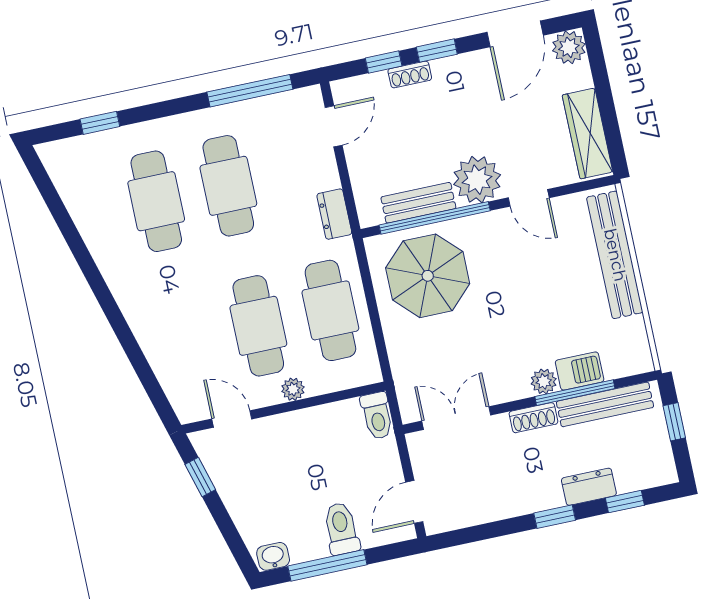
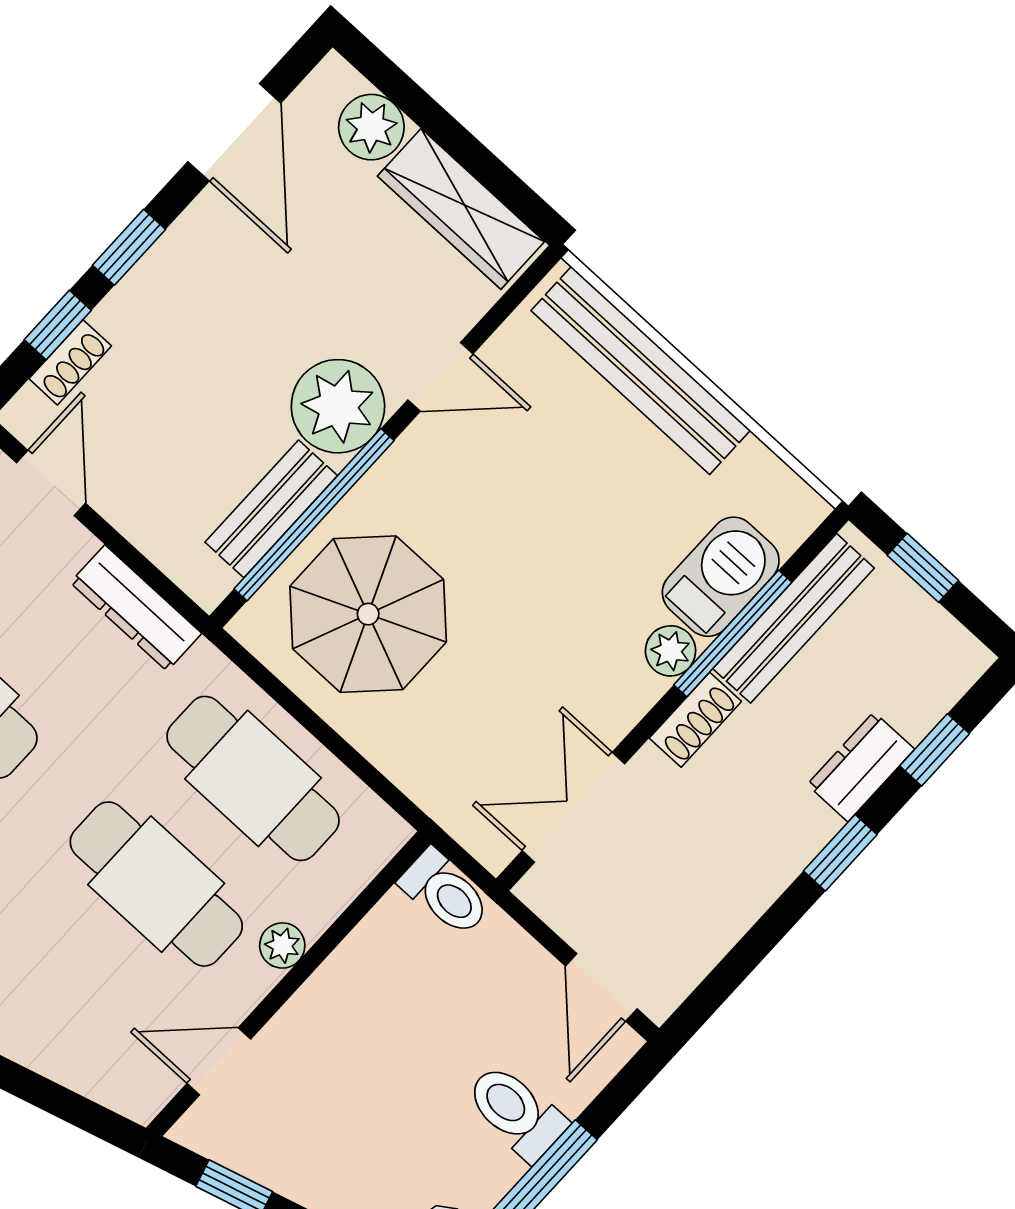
plant: (569, 47) -> (371, 127), moved
shoe rack: (410, 74) -> (70, 362), moved
dresser: (334, 214) -> (136, 608), width x1.44
barbecue: (580, 371) -> (721, 577), width x1.38, depth x1.27

